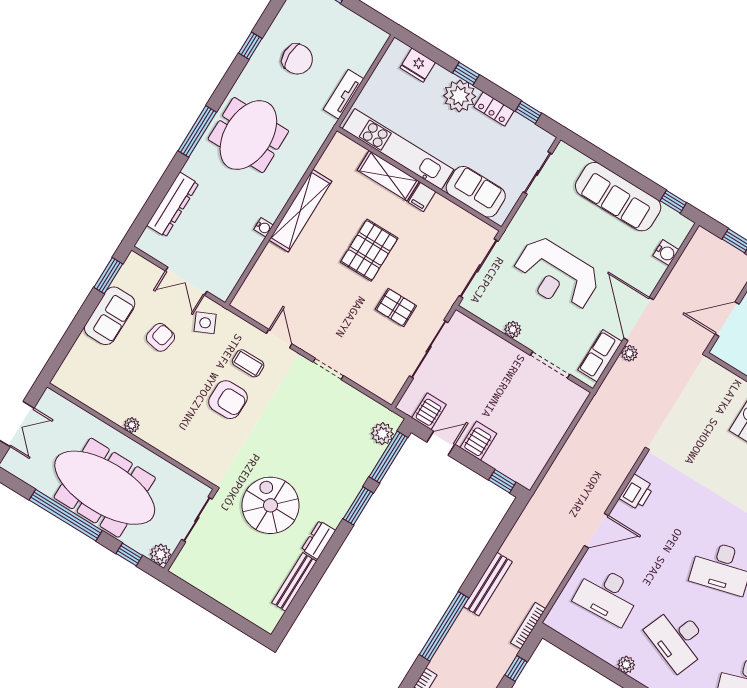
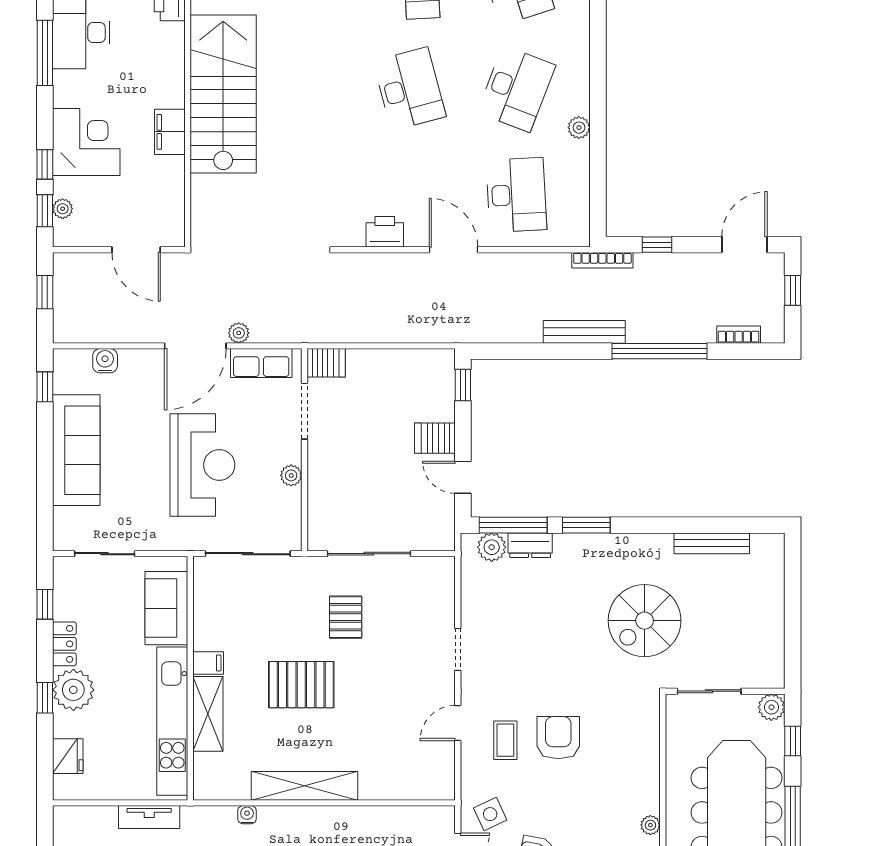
water cooler: (263, 227) -> (247, 815), moved
server rack: (429, 411) -> (326, 363), moved, turned 180
dresser: (319, 540) -> (530, 545), moved

